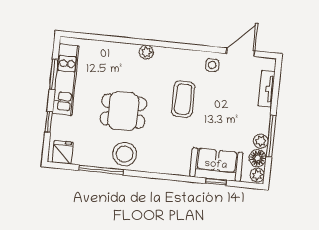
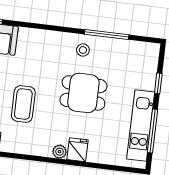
window: (54, 74) -> (153, 131), width x1.44
fridge: (63, 152) -> (78, 150), moved, turned 180
stool: (125, 154) -> (83, 50), width x0.53, depth x0.53

